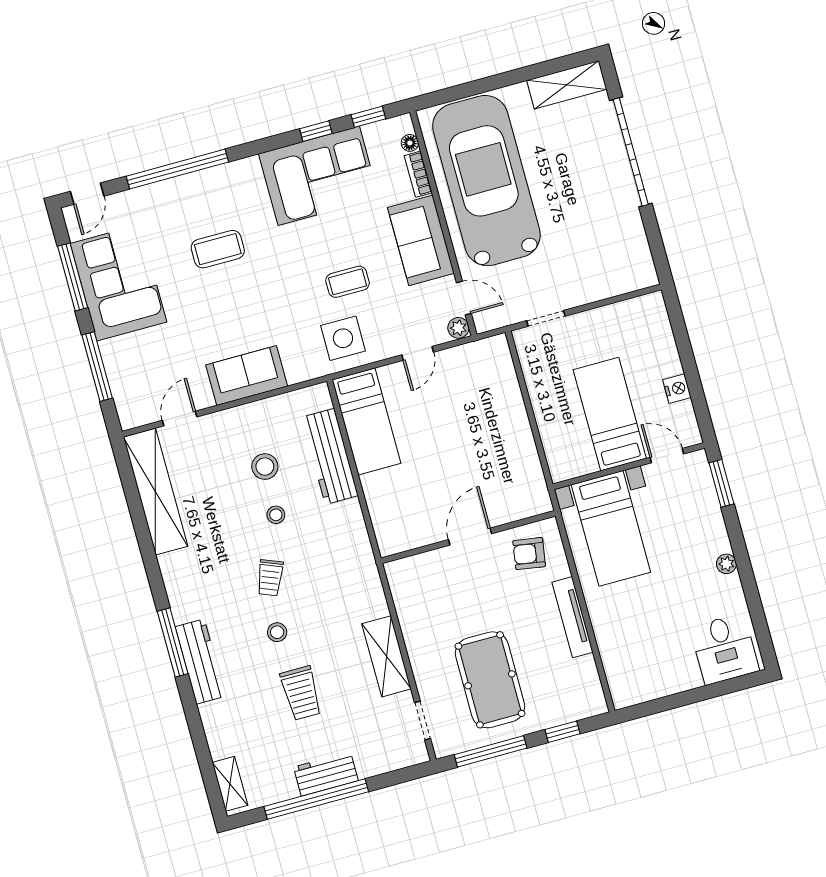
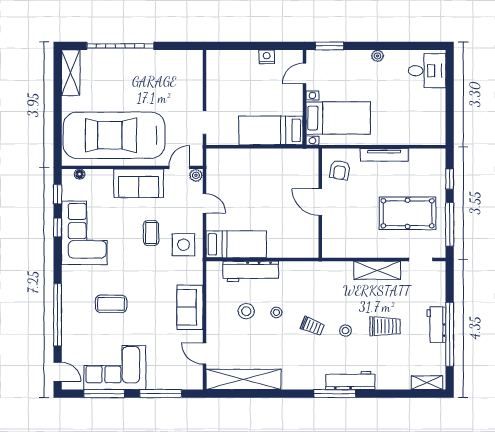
bookcase: (418, 174) -> (99, 174), removed
coffee table: (218, 249) -> (111, 304), turned 90
bed: (610, 414) -> (271, 130), moved

